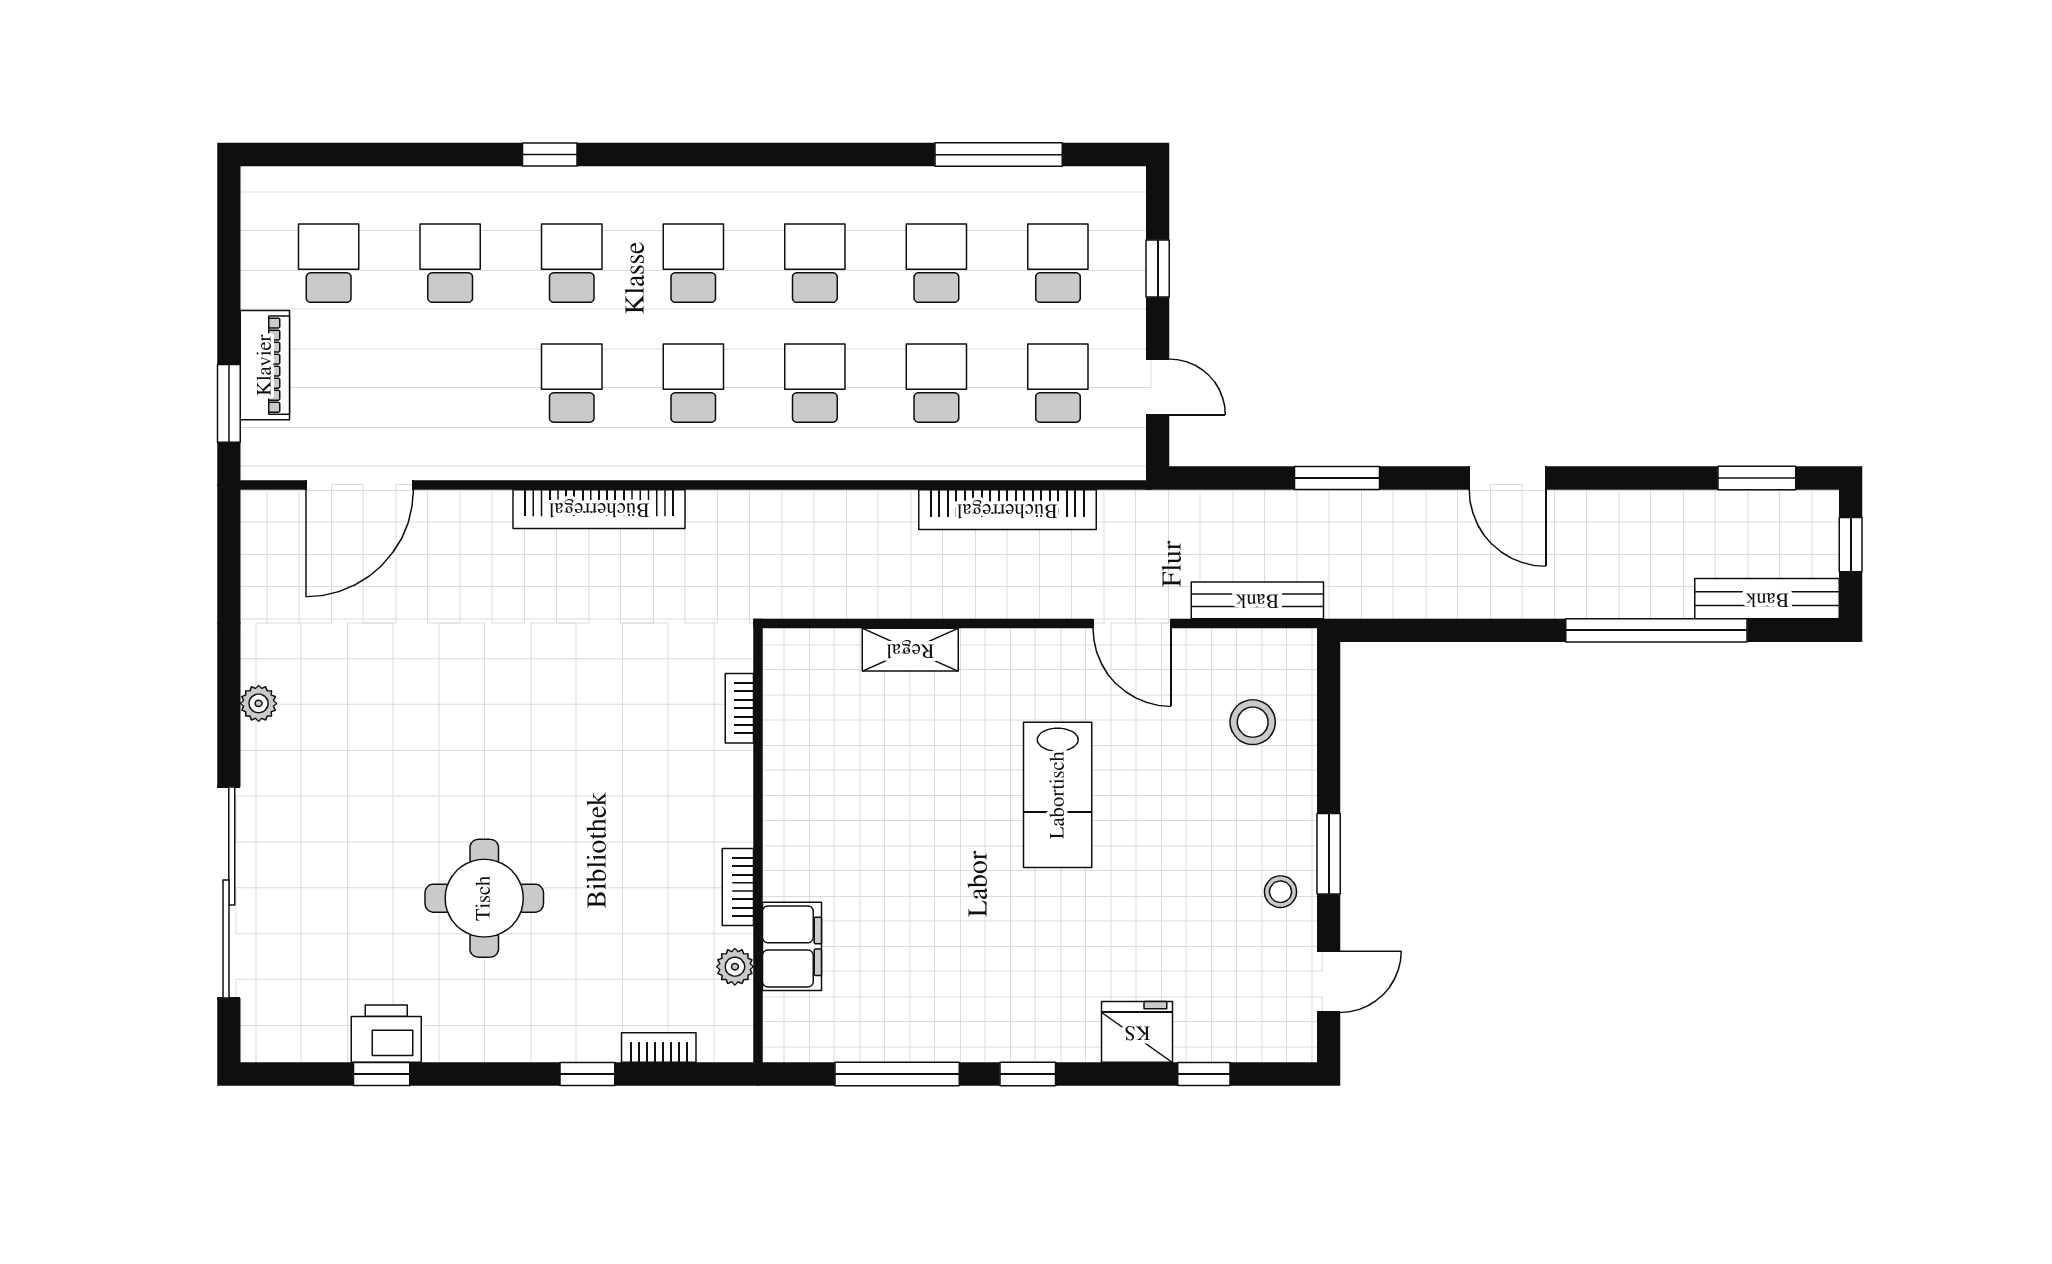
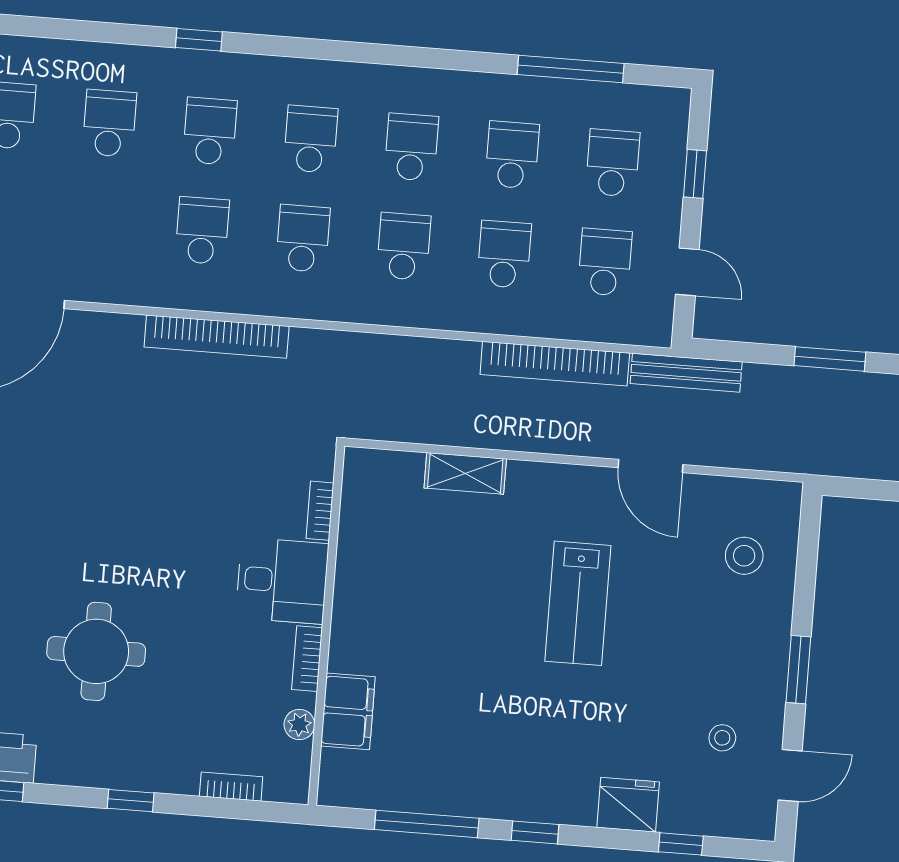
bench: (1257, 600) -> (686, 373), moved
desk: (701, 796) -> (282, 581), added
stool: (1281, 892) -> (722, 738), moved
window: (587, 1074) -> (131, 801), moved

